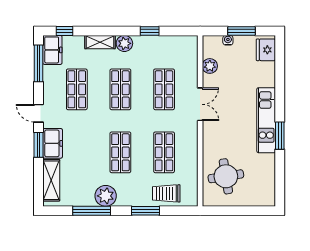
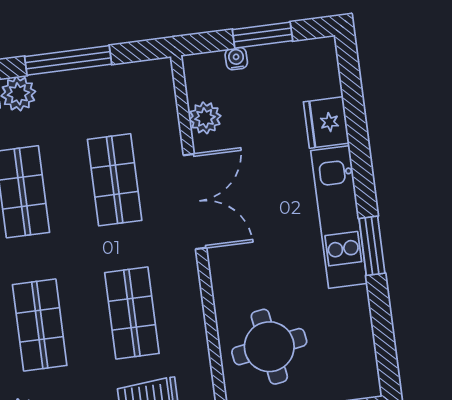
window: (150, 31) -> (68, 60), width x2.17
fridge: (266, 50) -> (326, 122), moved
double door: (200, 104) -> (195, 202), width x1.37

